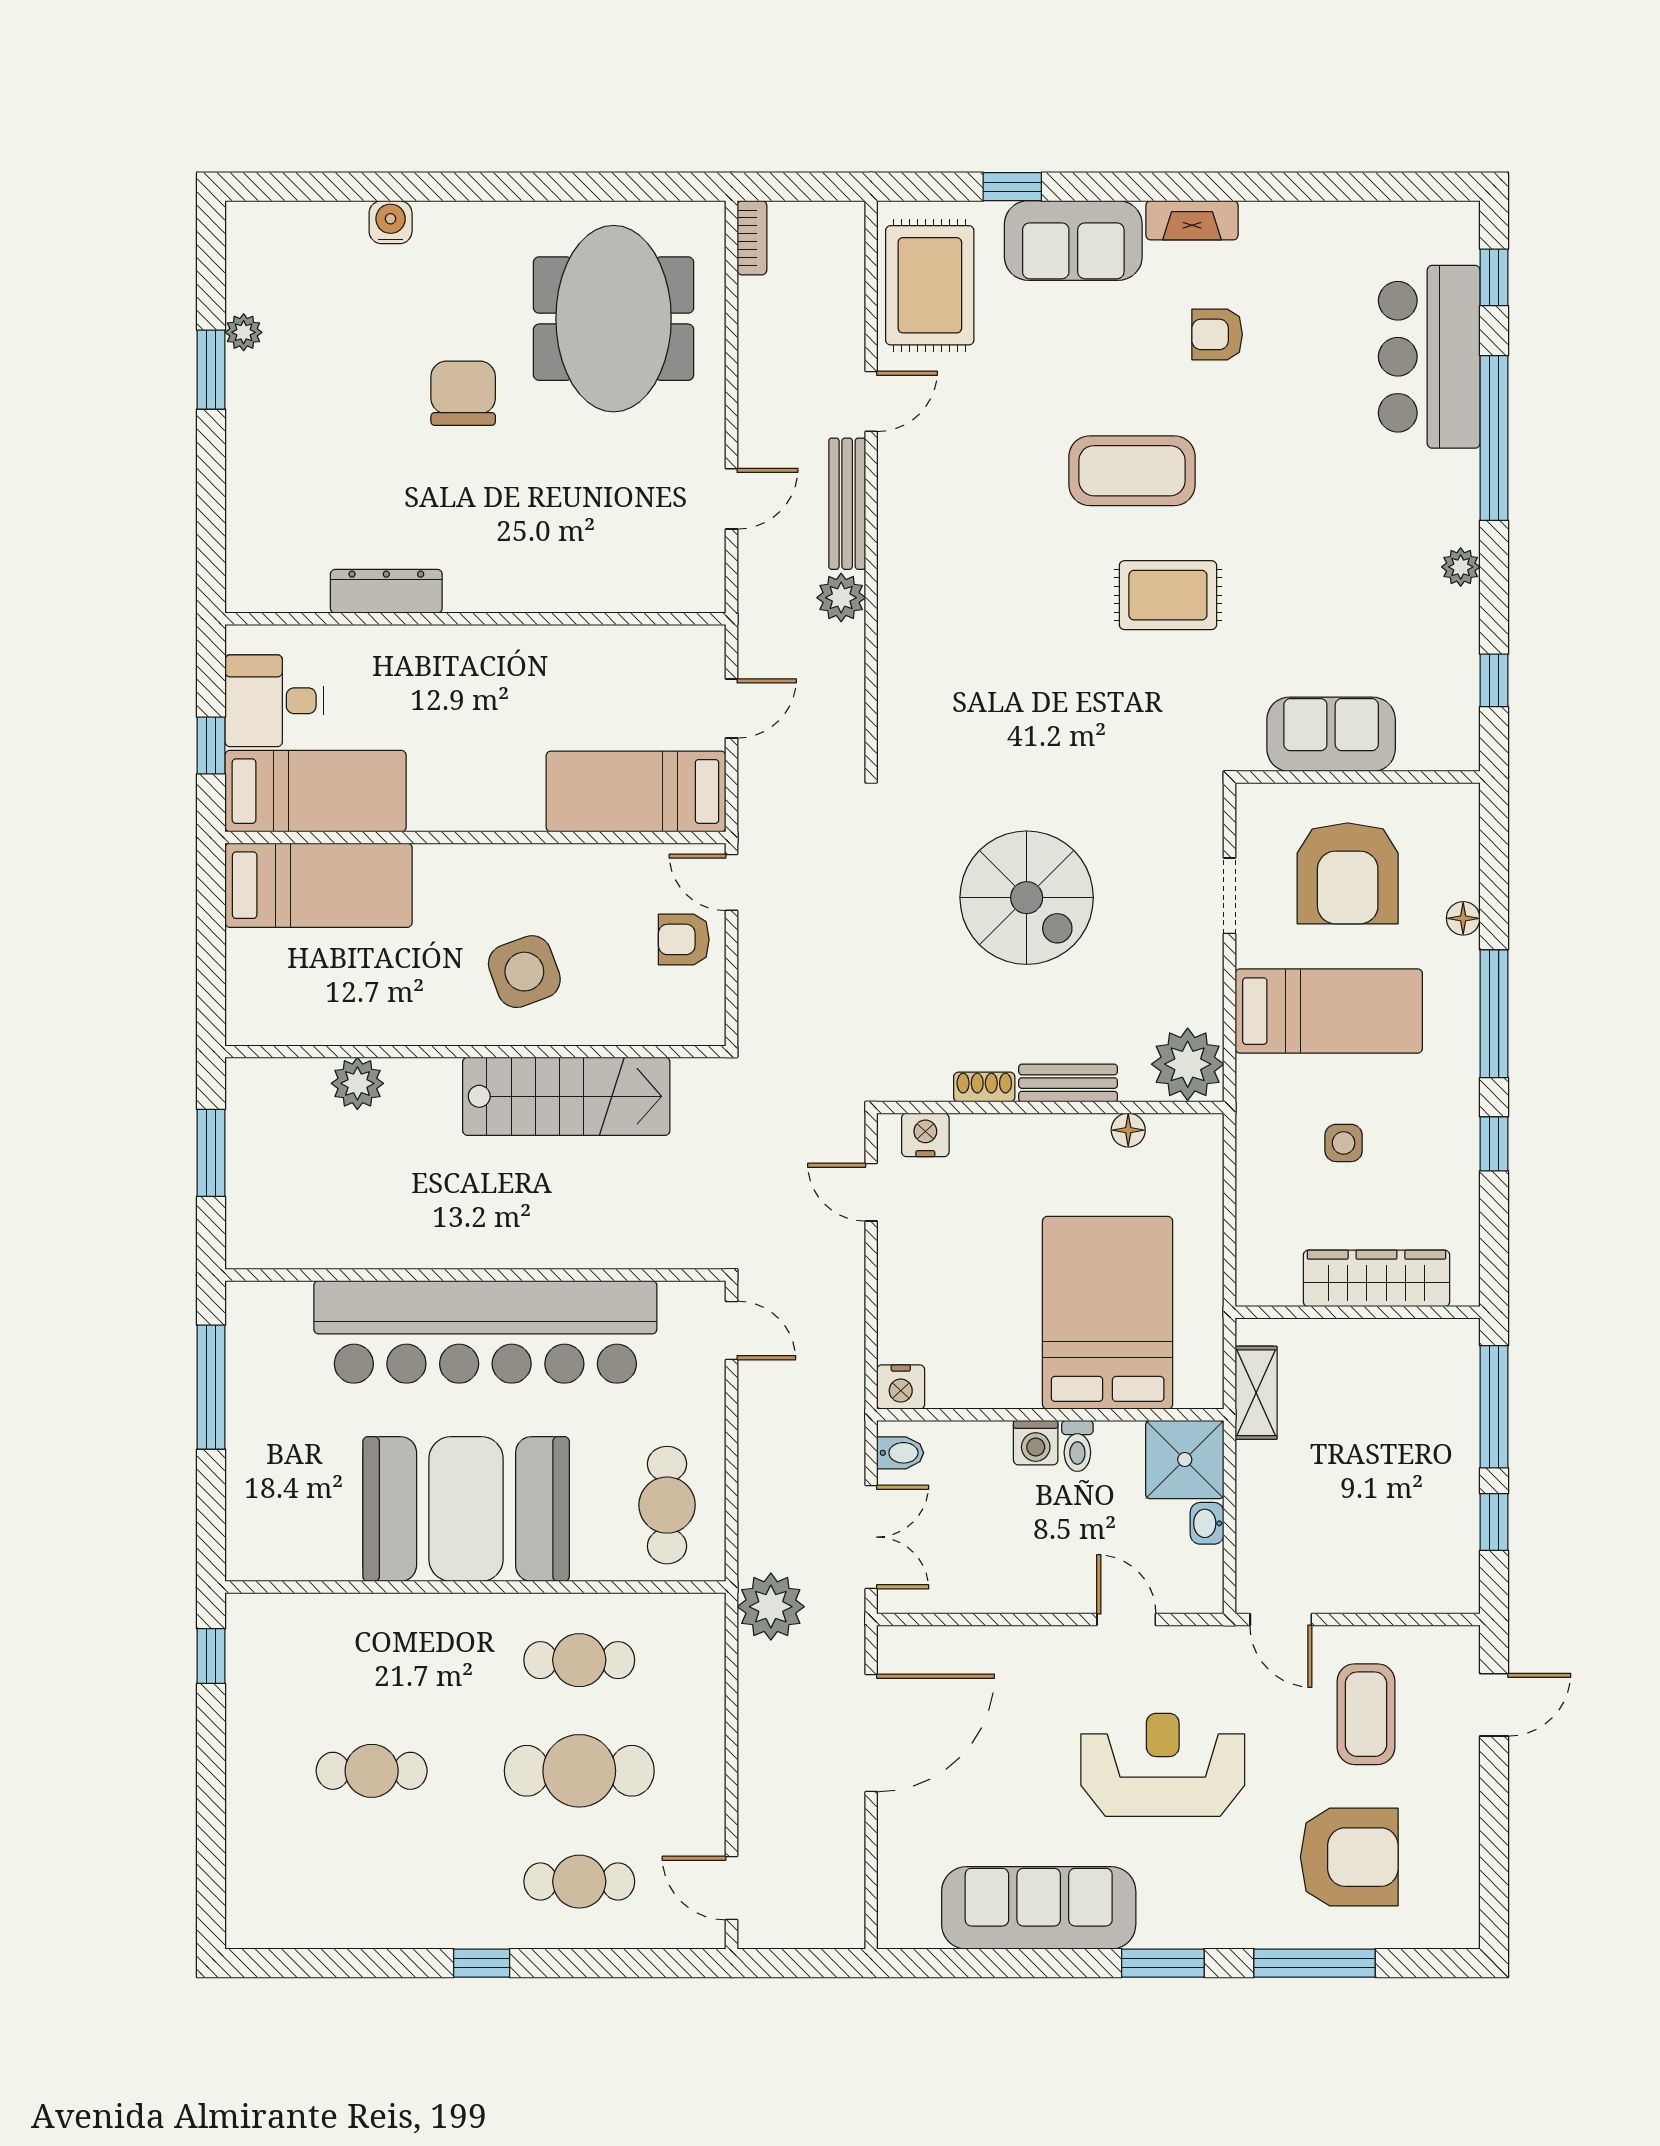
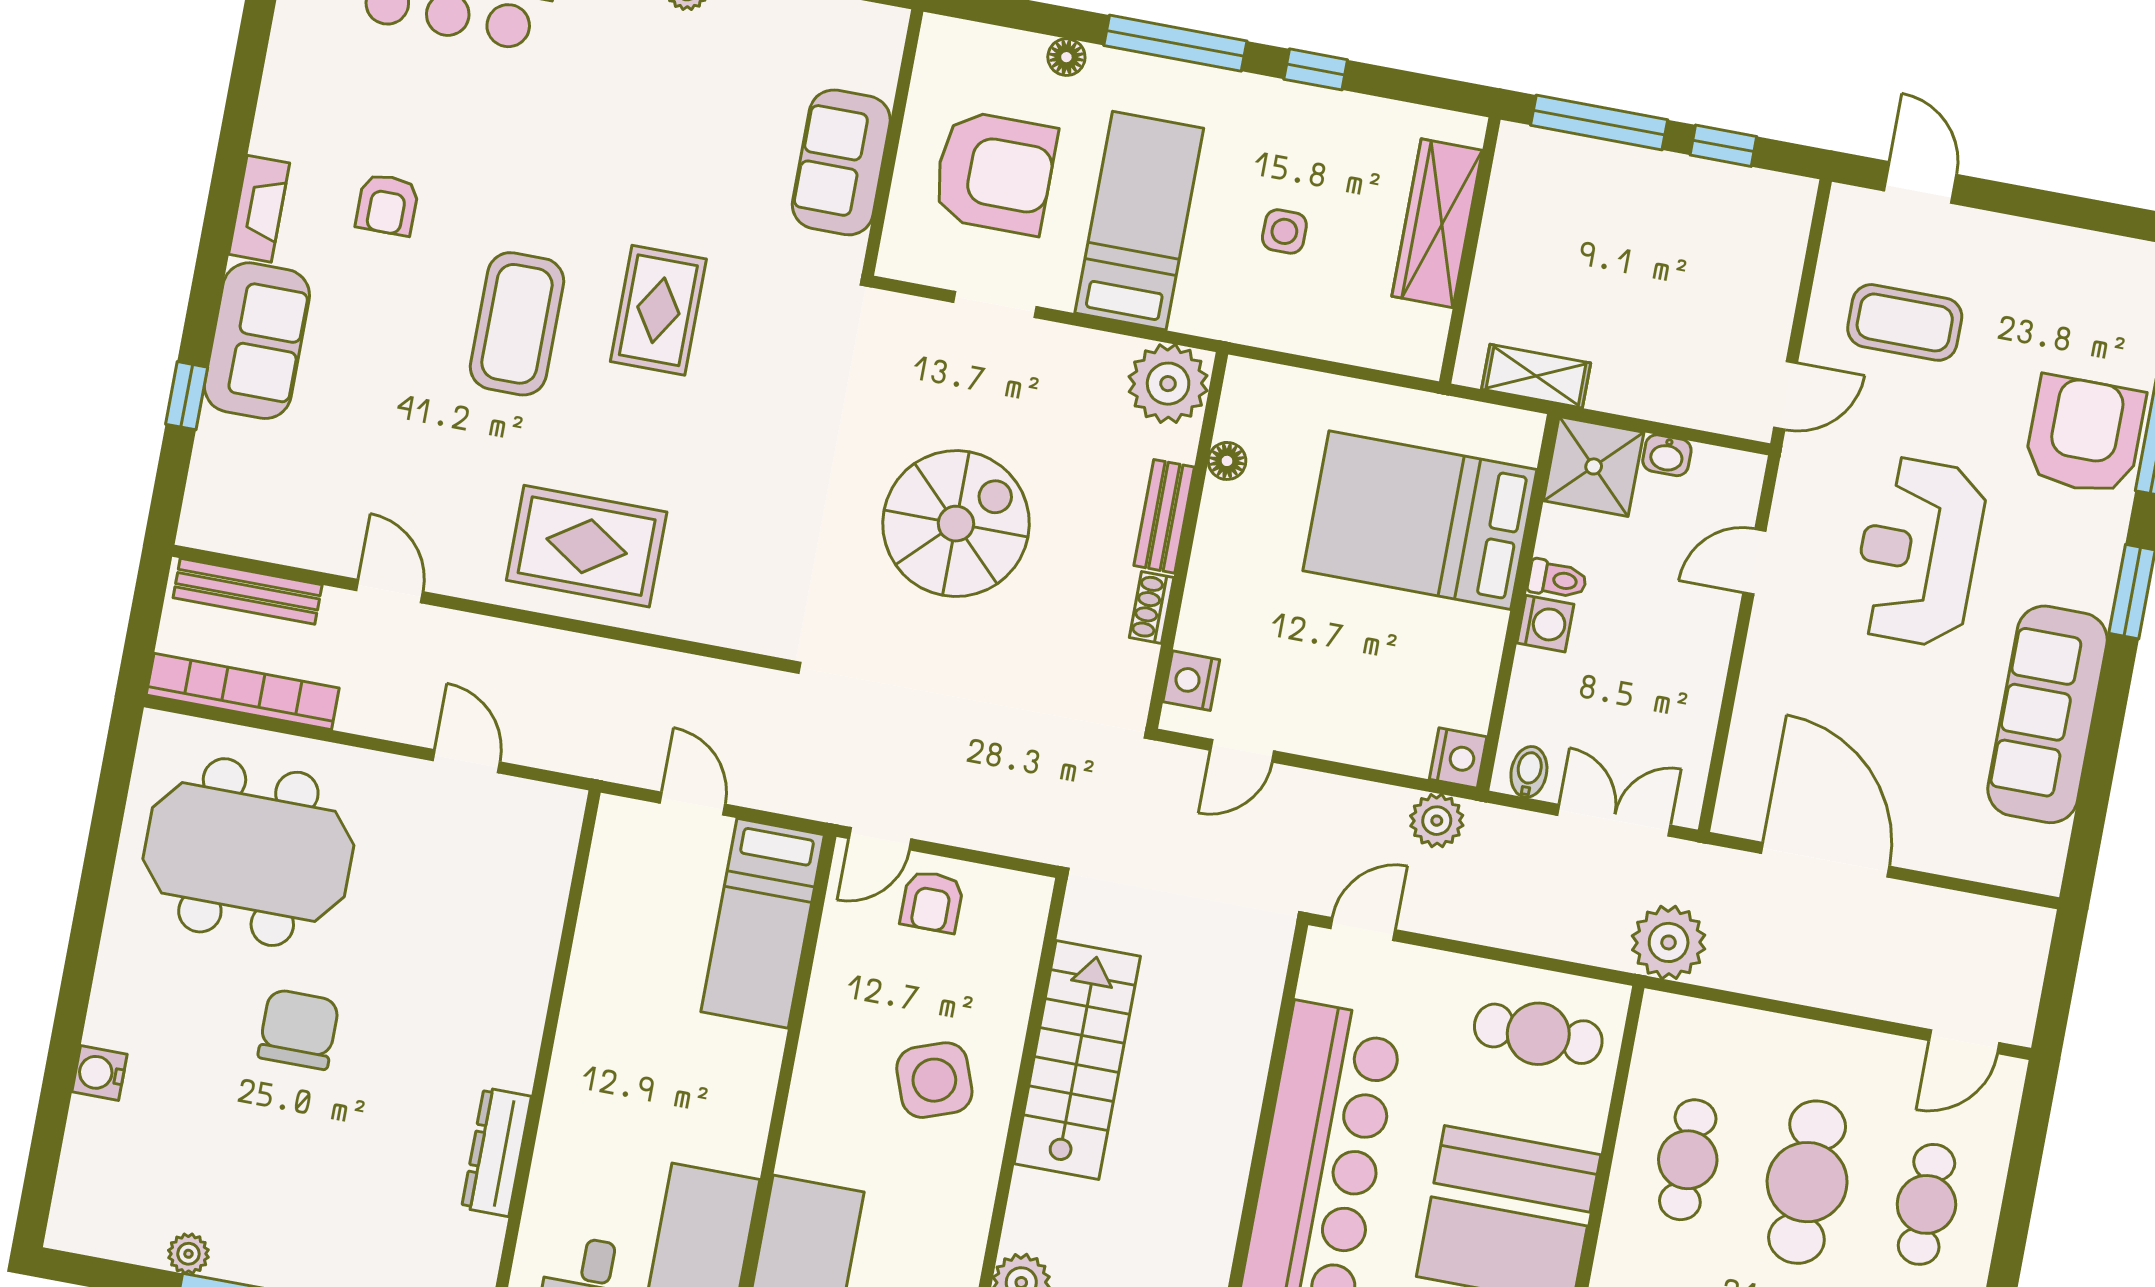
bookcase: (752, 238) -> (243, 691), width x2.31, depth x1.31
rug: (930, 285) -> (587, 546), moved
chair: (463, 393) -> (299, 1029), turned 90
bench: (847, 504) -> (248, 591), moved
plant: (841, 598) -> (1437, 821), moved
armchair: (1349, 1857) -> (2085, 435), moved

